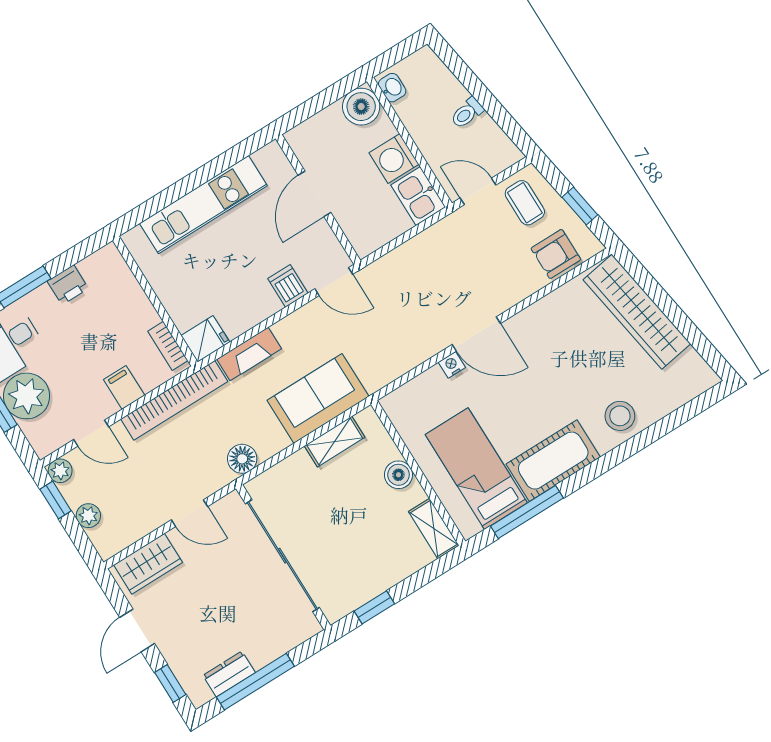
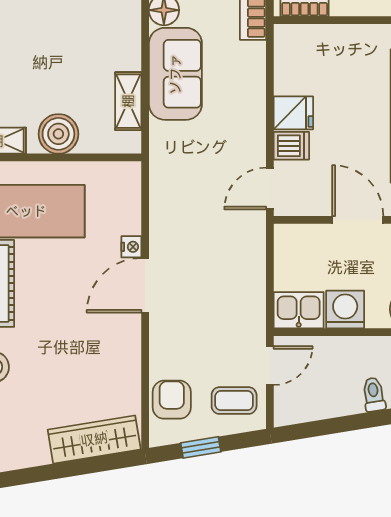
toilet: (467, 113) -> (374, 394), moved
wardrobe: (637, 312) -> (94, 439), width x0.71, depth x0.85
fridge: (205, 339) -> (293, 113), moved, turned -90
fireplace: (249, 354) -> (253, 74), removed
sofa: (318, 398) -> (175, 74), moved
boiler: (398, 475) -> (58, 134), width x1.36, depth x1.36

